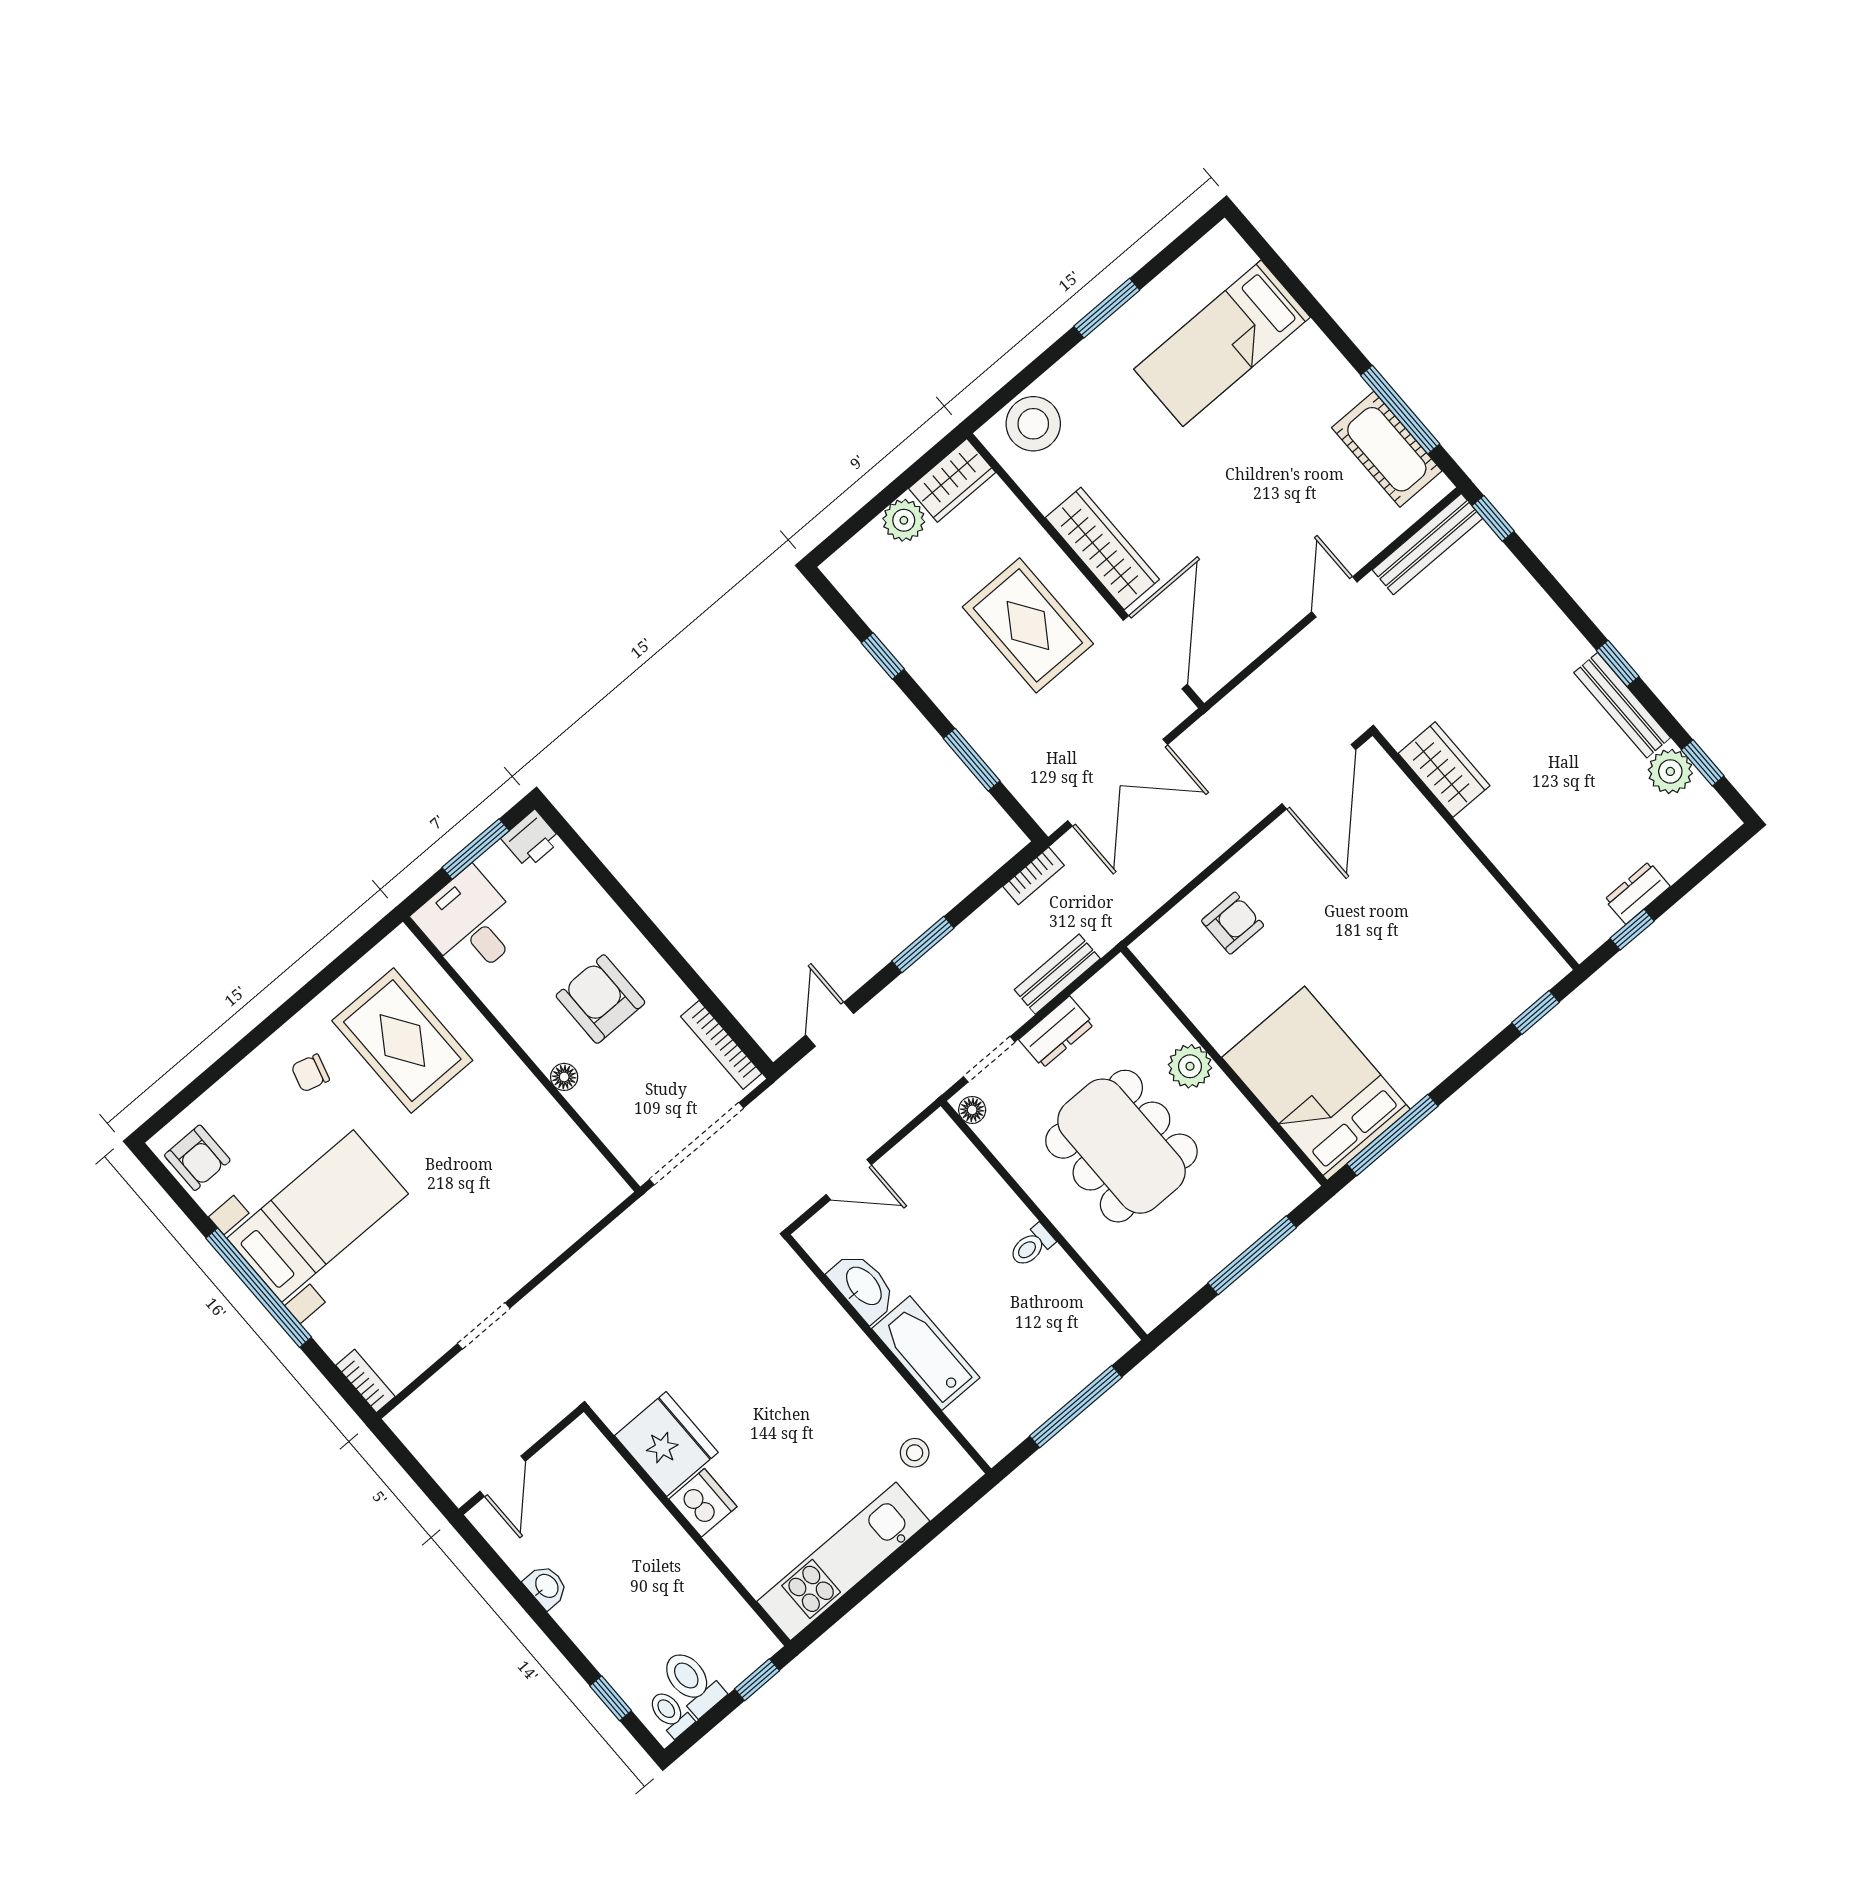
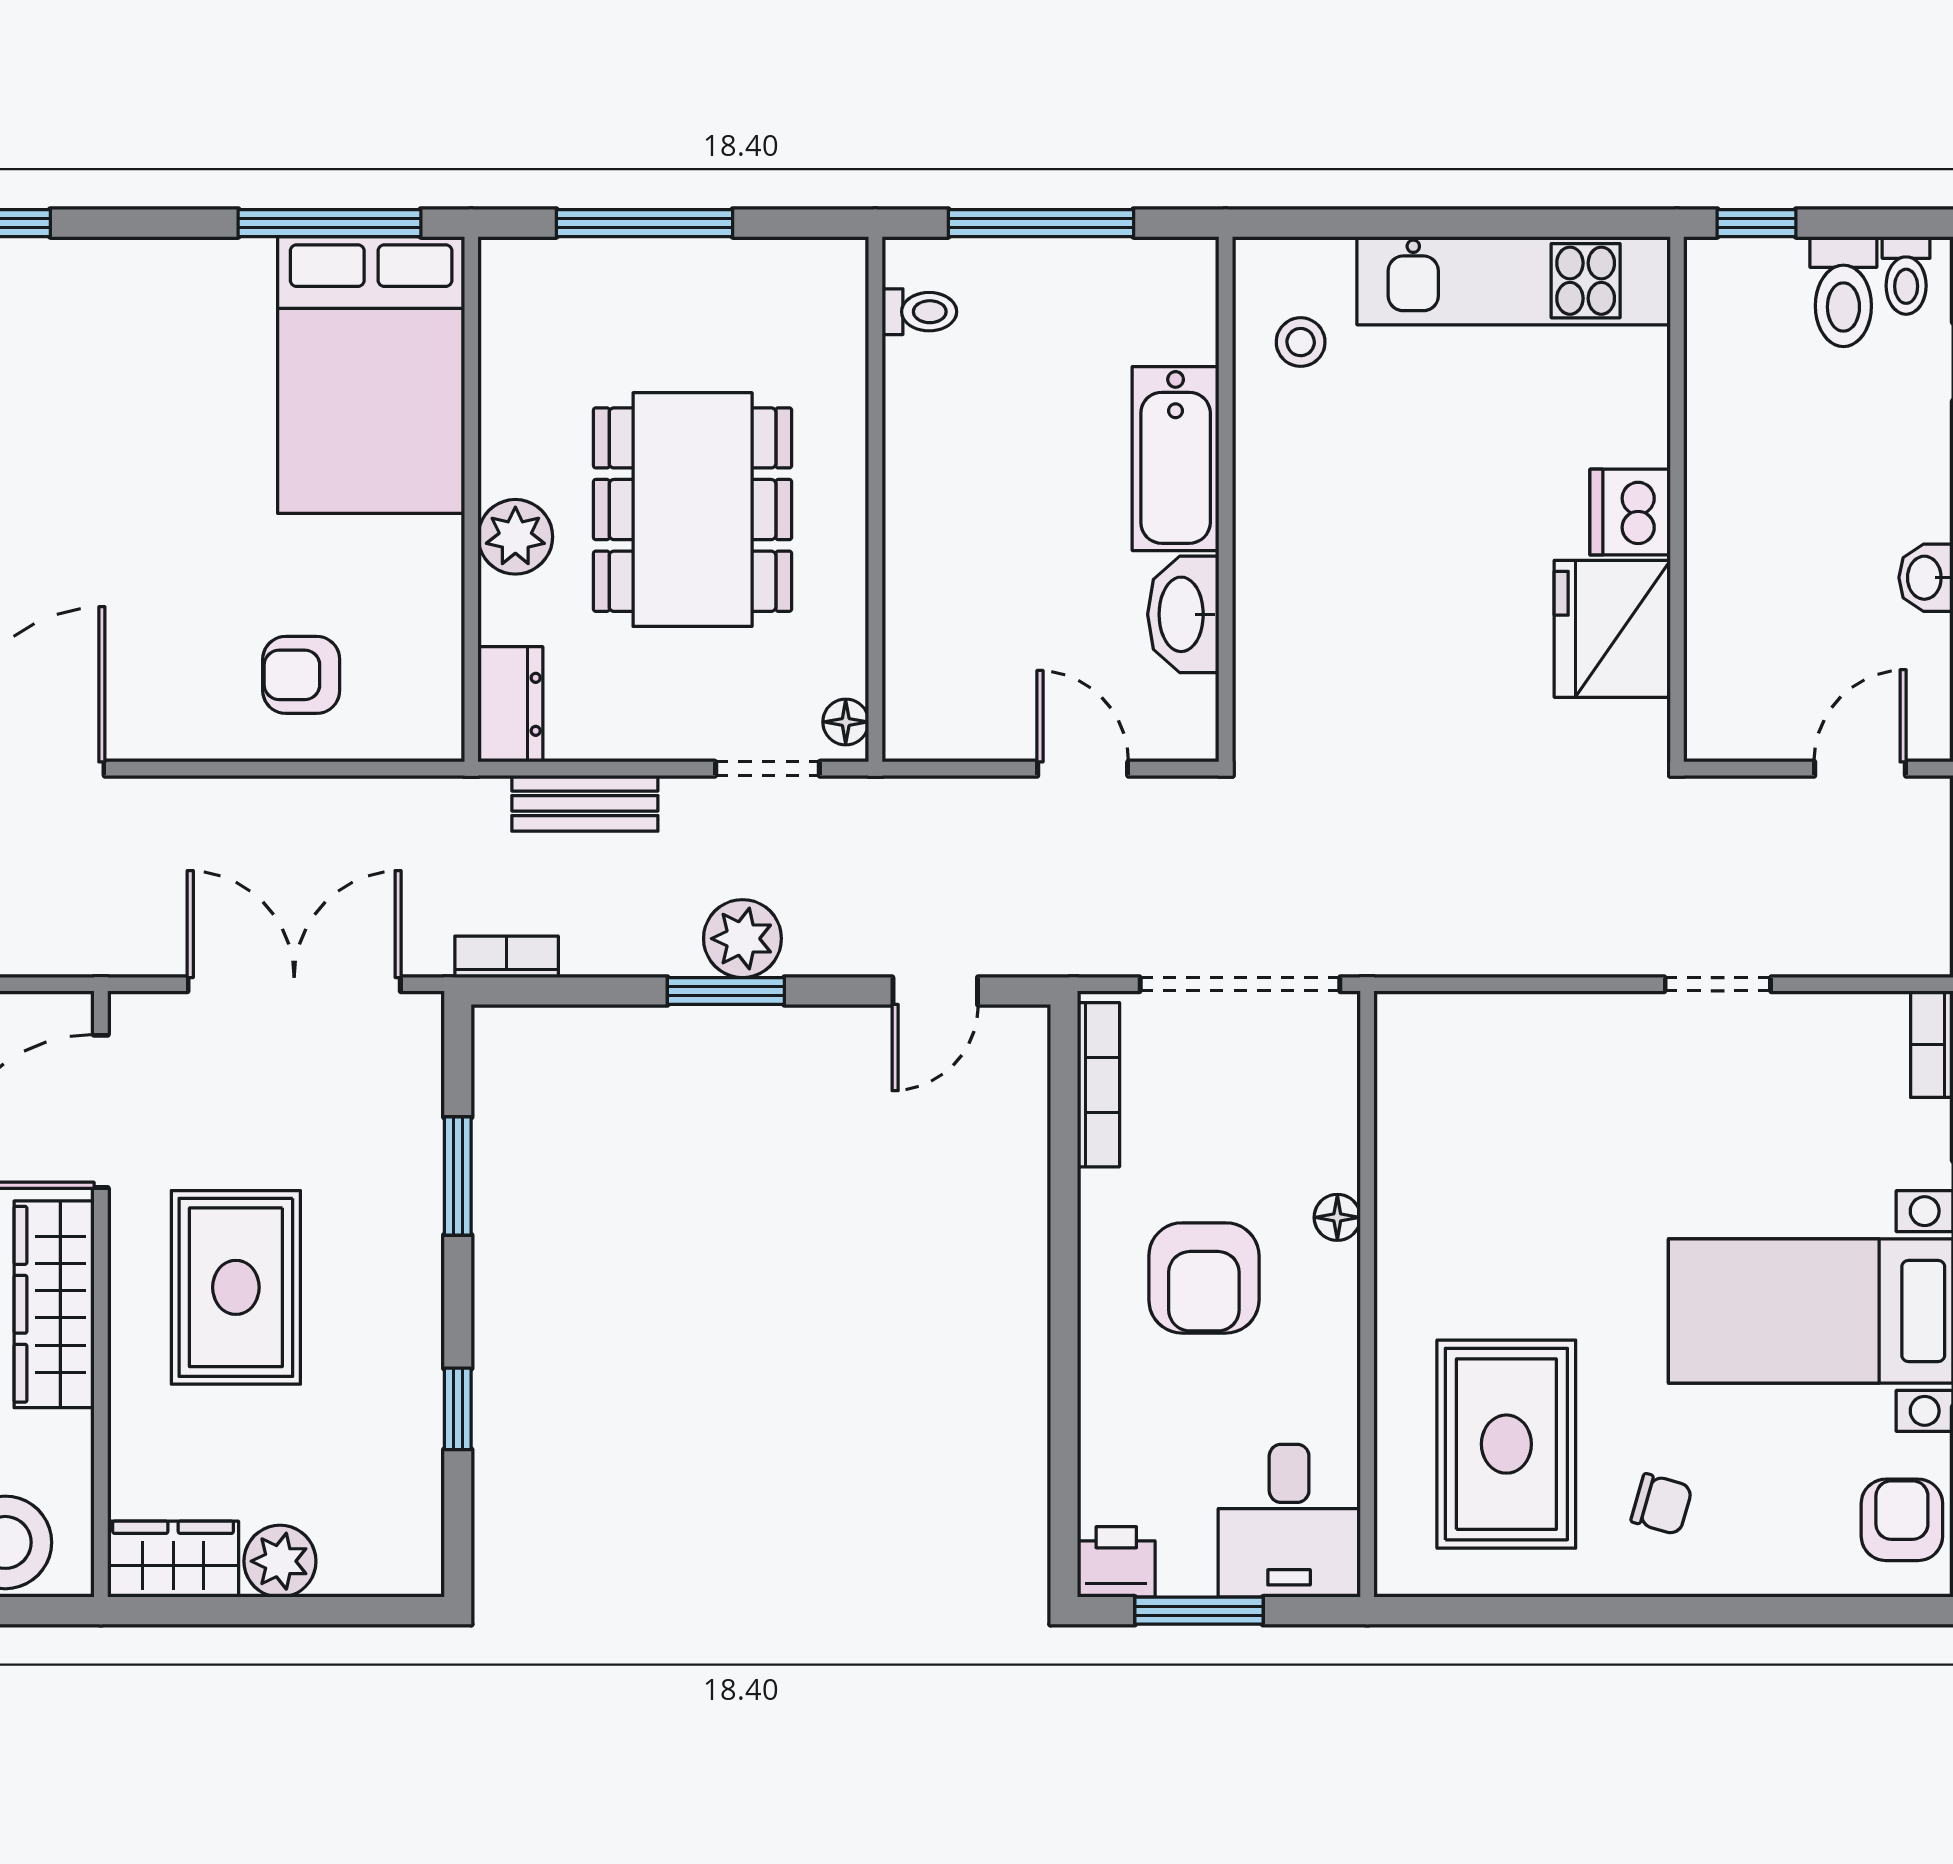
plant: (935, 974) -> (742, 939), added
dresser: (1056, 1032) -> (510, 704), moved, turned 90
toilet: (1032, 1246) -> (919, 312), moved

